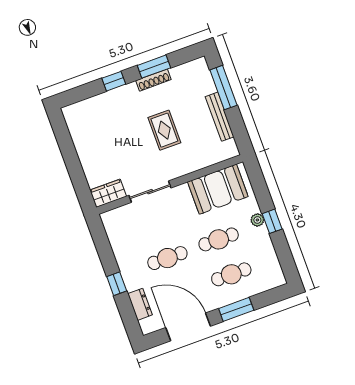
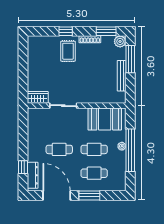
window: (154, 67) -> (106, 31), moved
plant: (199, 67) -> (120, 41), added
rug: (164, 130) -> (68, 51), moved
window: (272, 221) -> (130, 150), width x3.17
window: (117, 284) -> (23, 167), moved
dresser: (140, 304) -> (33, 175), width x1.44

